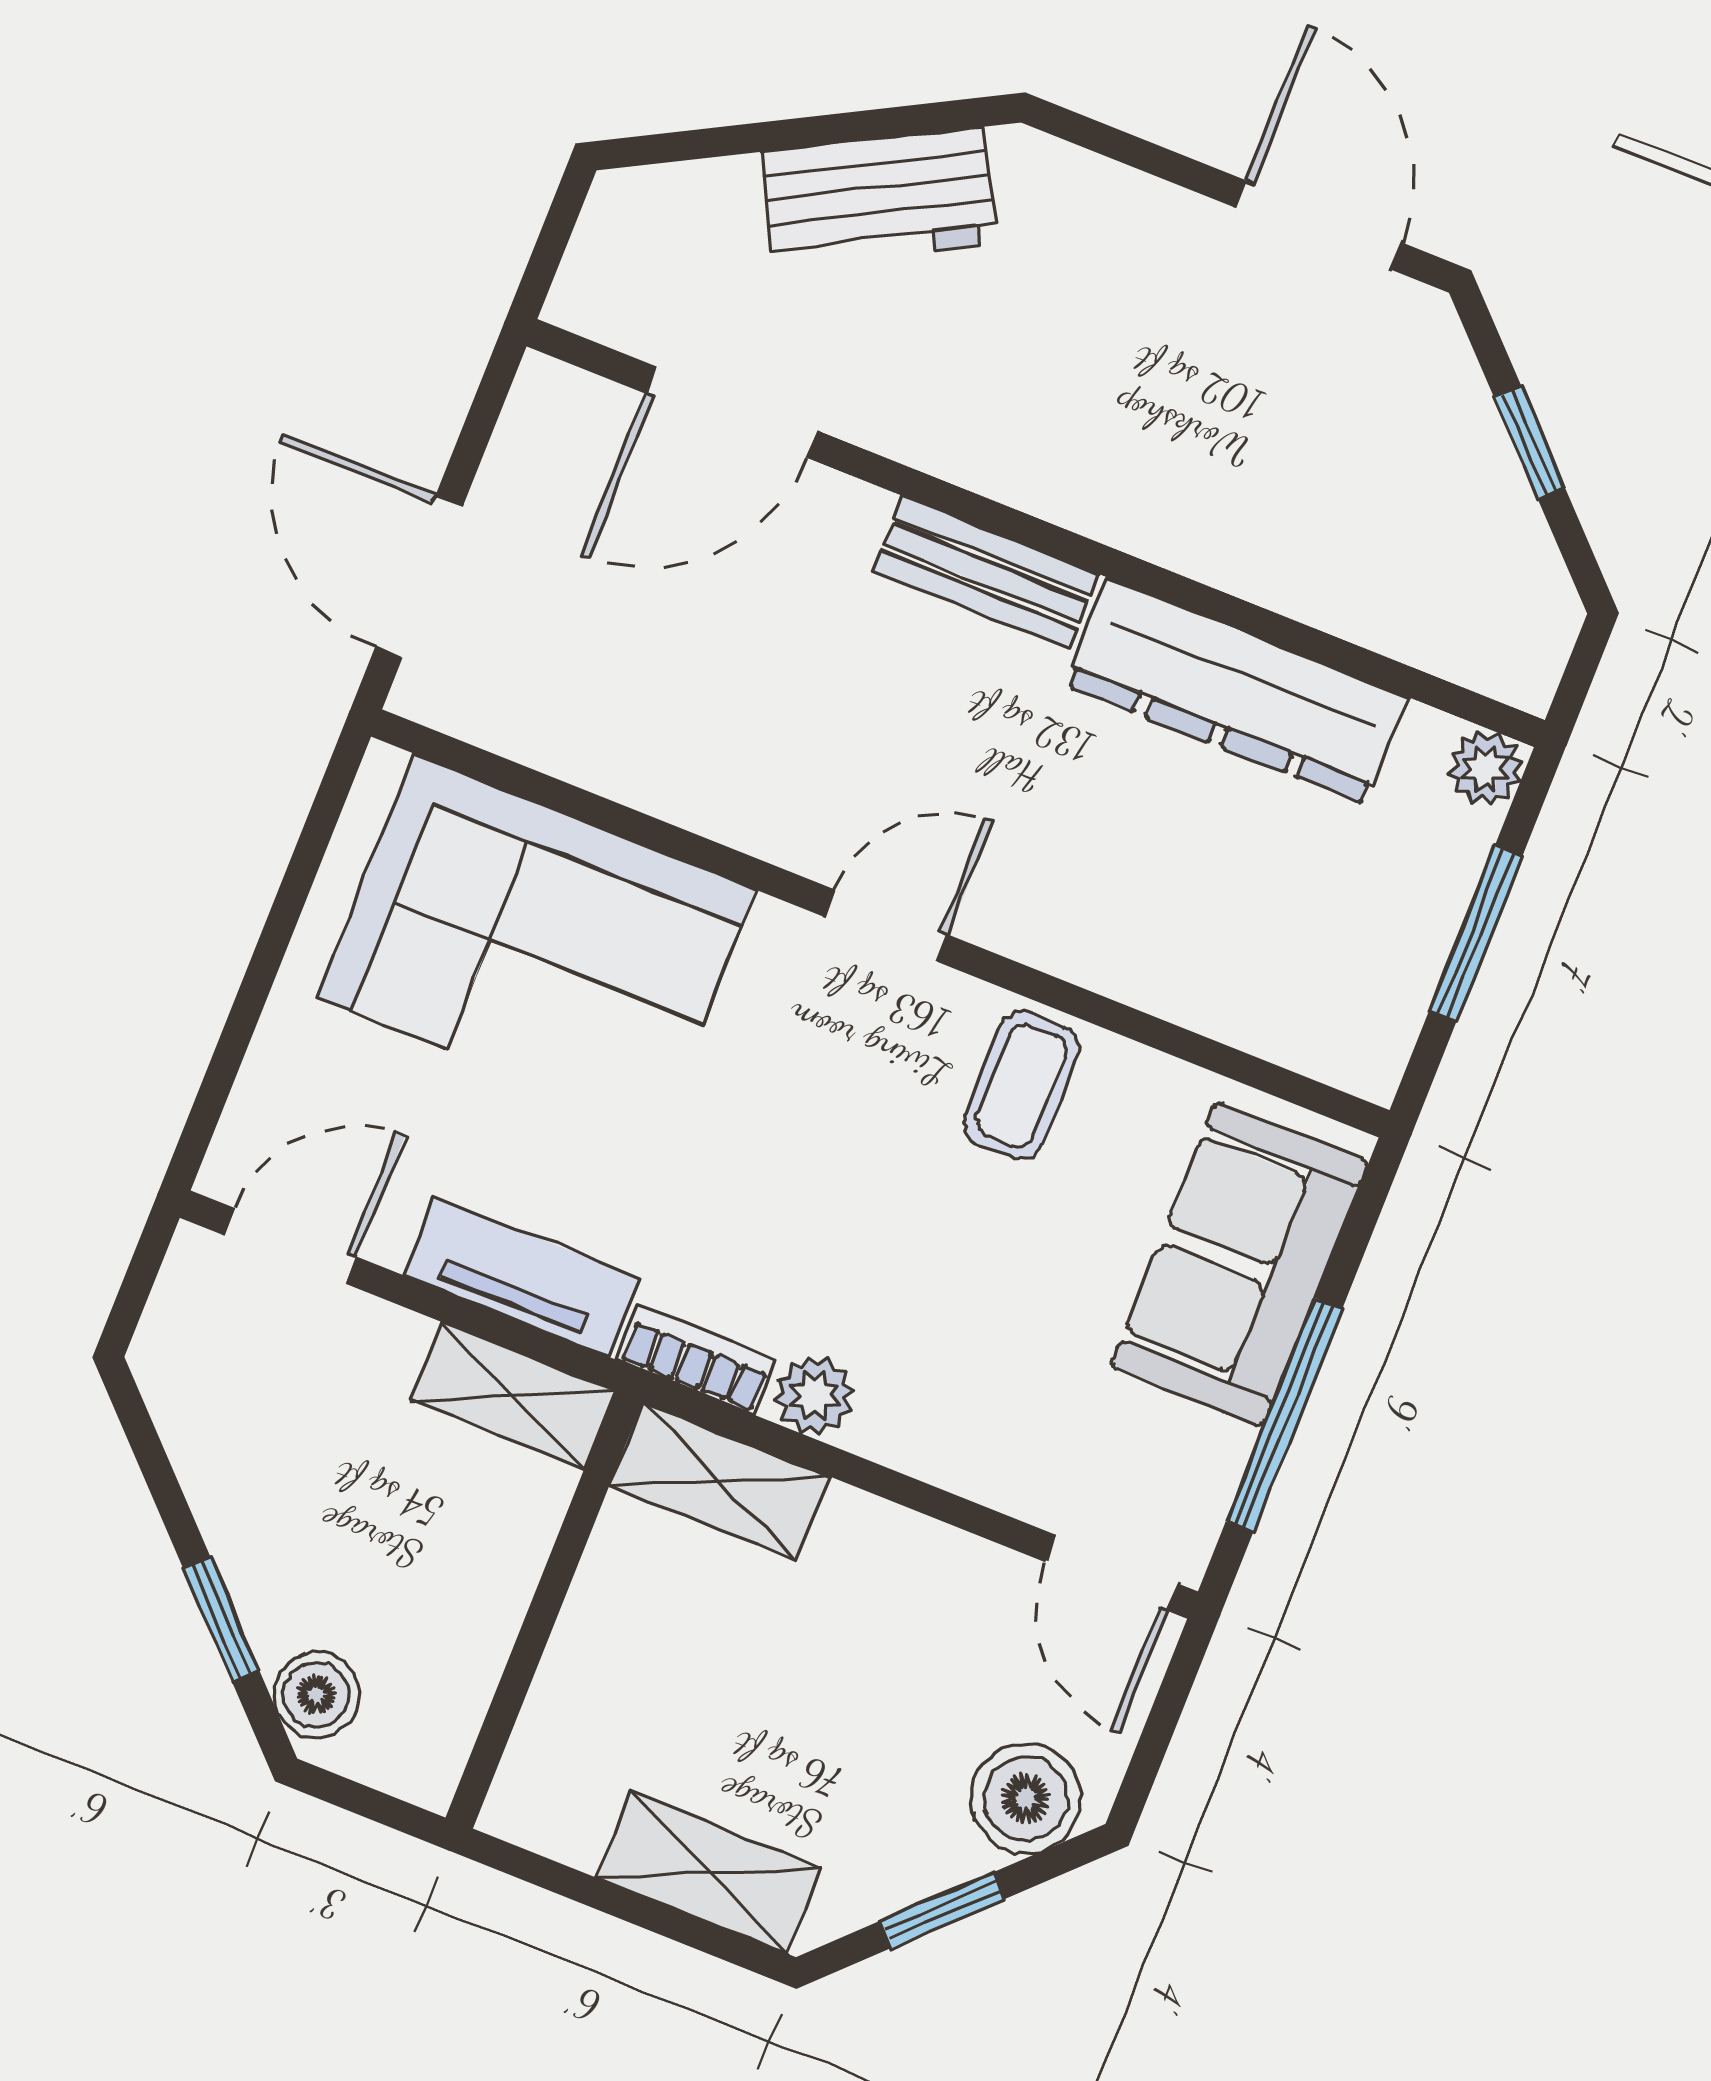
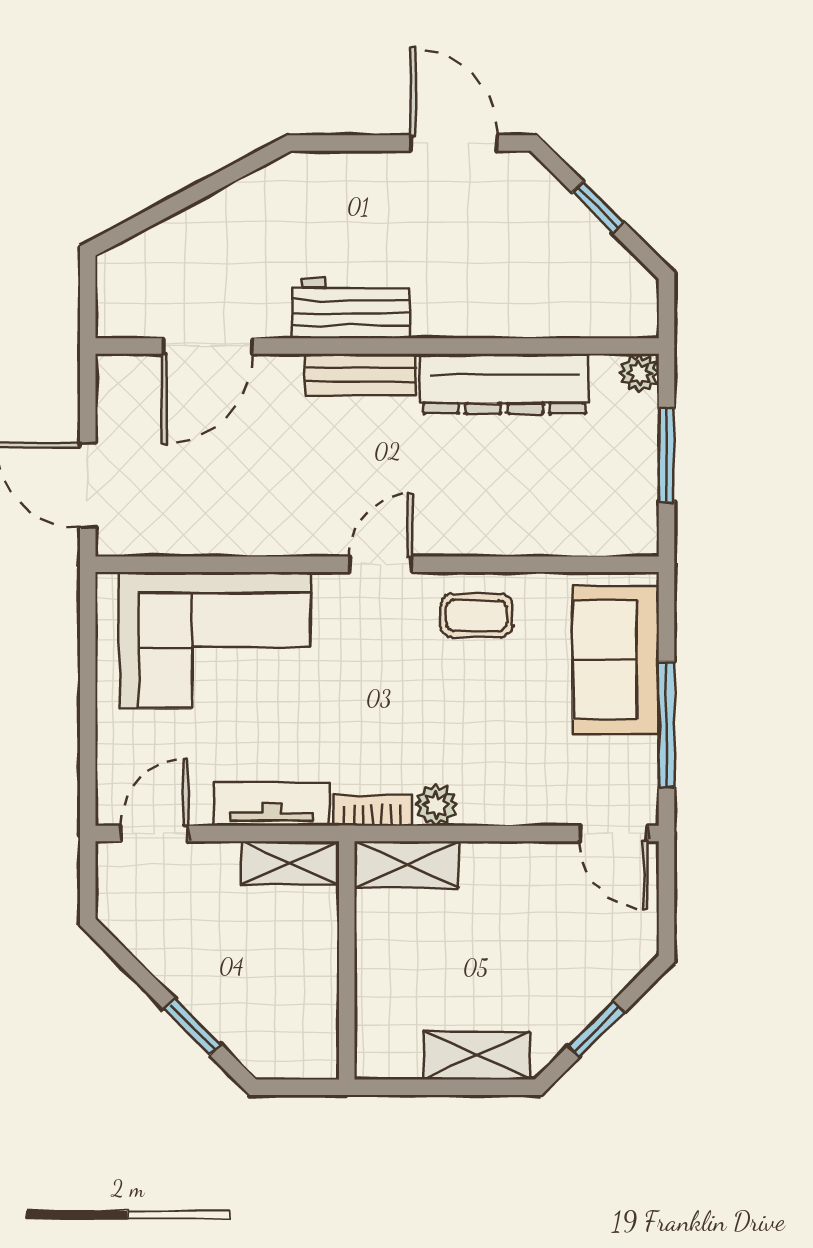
workbench: (879, 197) -> (351, 308), moved, turned -152
coffee table: (1021, 1085) -> (476, 616), turned 90
boiler: (316, 1695) -> (253, 1045), removed
boiler: (1026, 1798) -> (615, 959), removed

